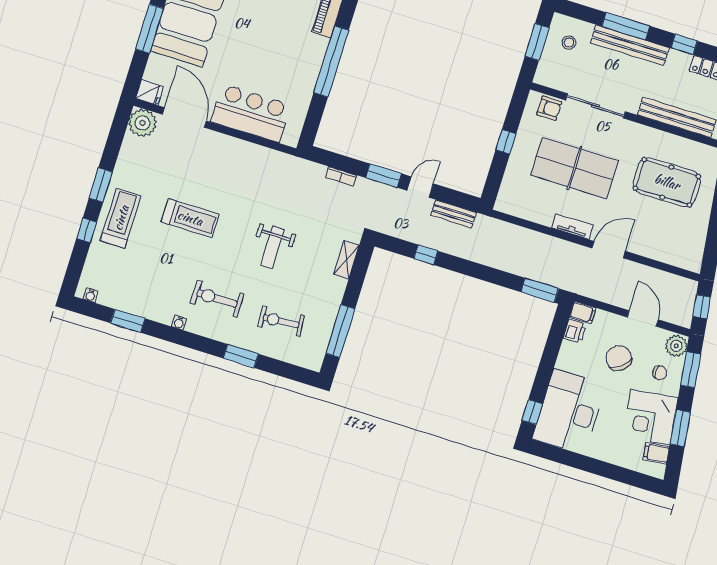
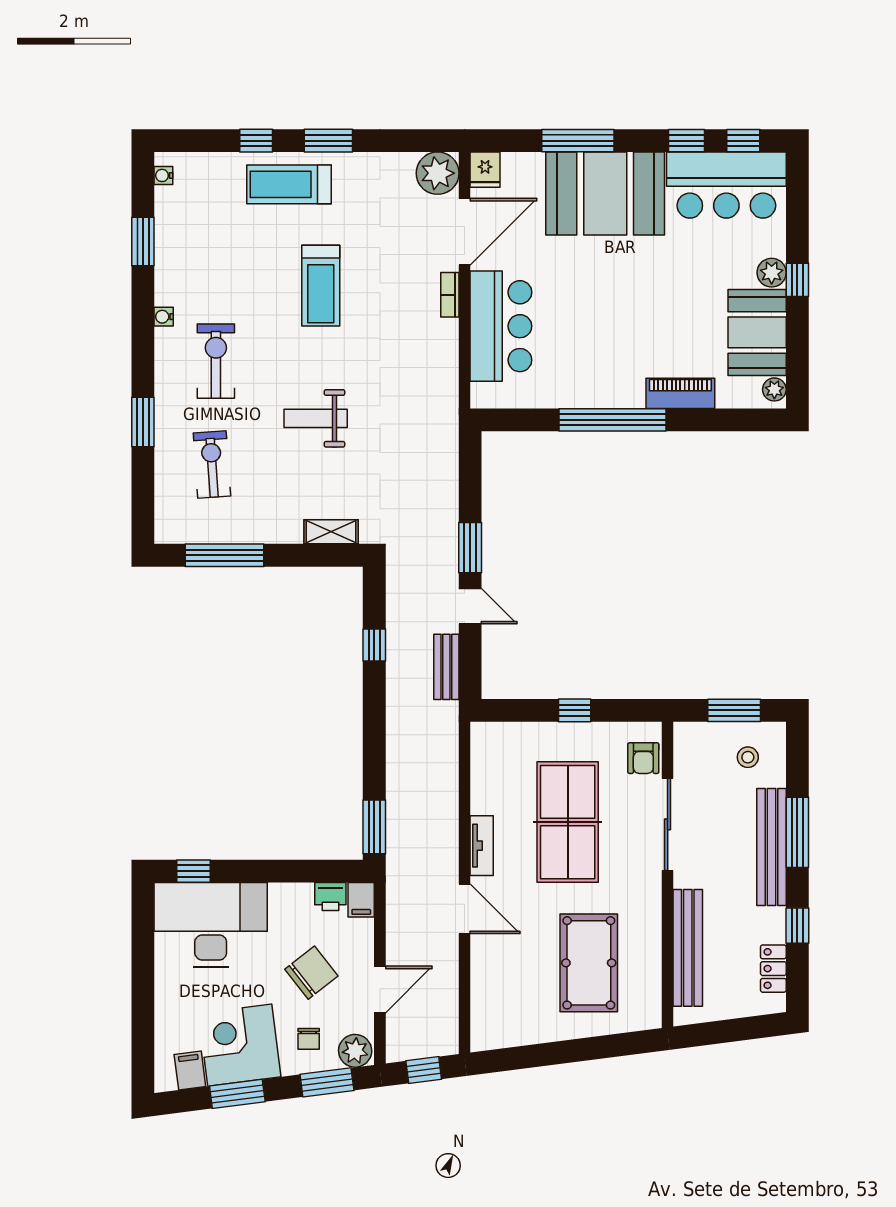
bookcase: (341, 176) -> (450, 295), moved
treadmill: (121, 218) -> (289, 184), turned 180

